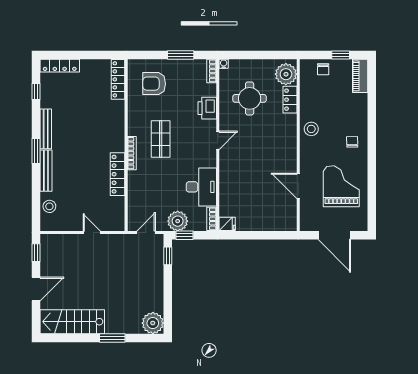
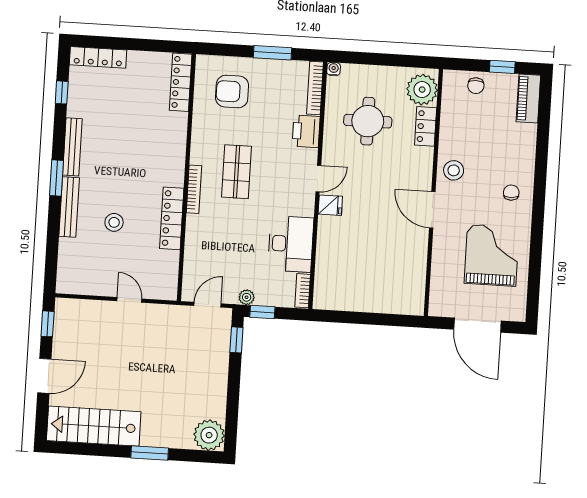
bookcase: (212, 71) -> (315, 88), width x1.56
door: (298, 186) -> (432, 210), moved
stool: (49, 206) -> (114, 222), moved
plant: (178, 221) -> (247, 297), width x0.53, depth x0.53
fridge: (227, 224) -> (330, 205), moved

